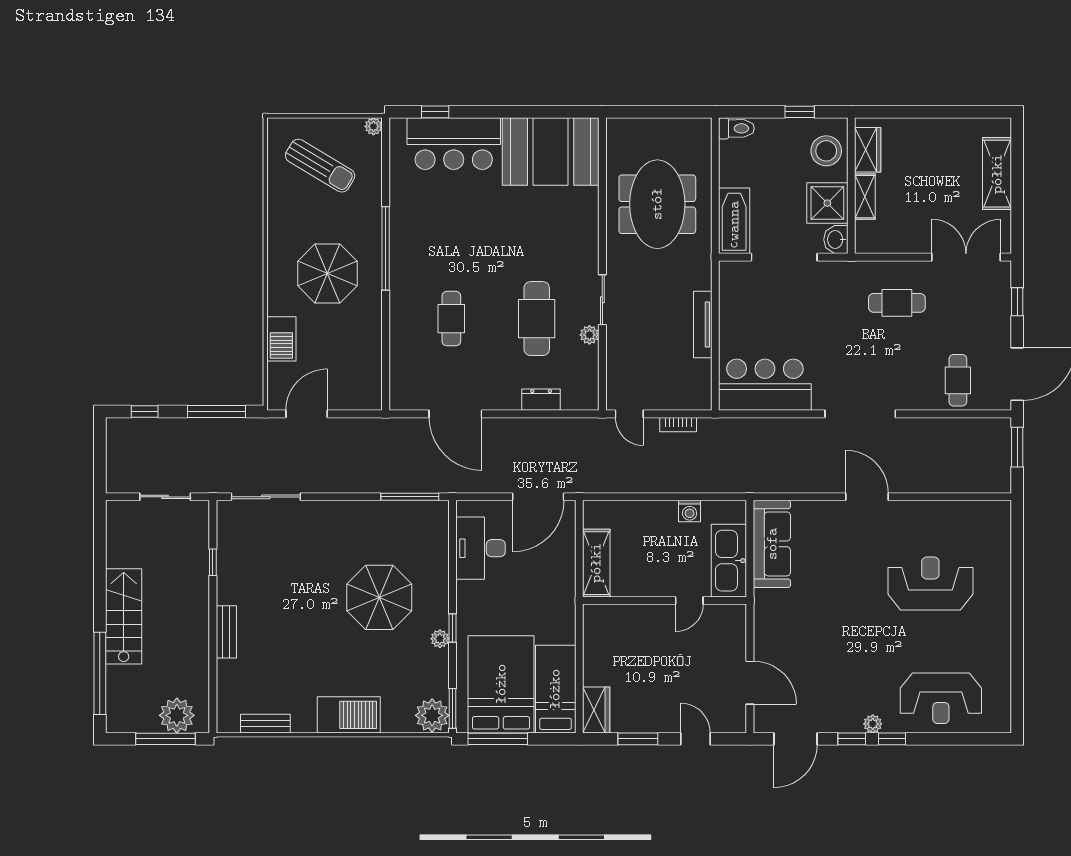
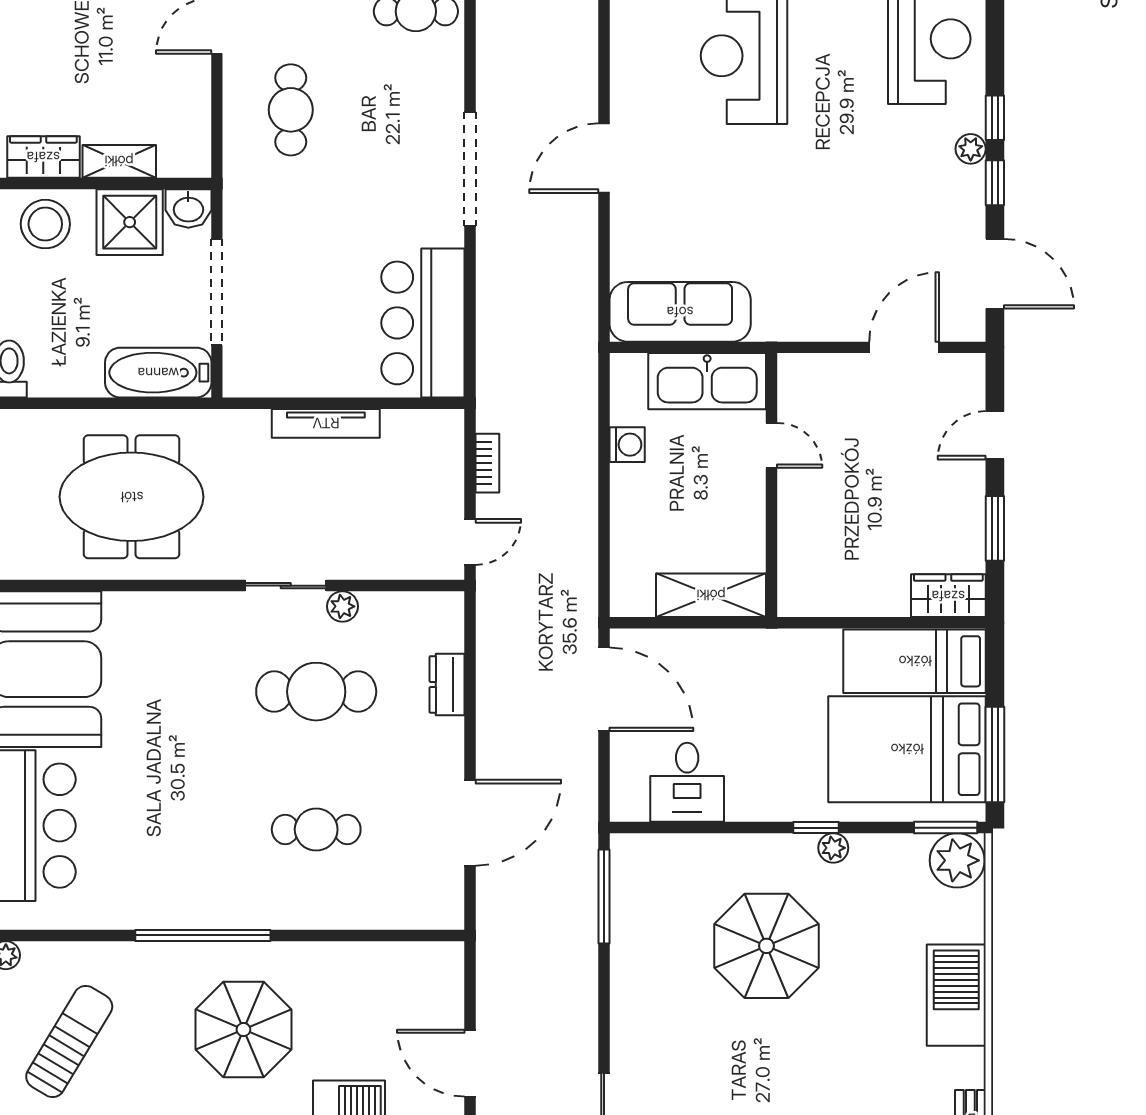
desk: (481, 548) -> (687, 782), width x0.73

